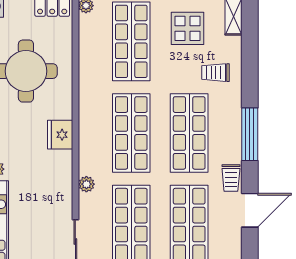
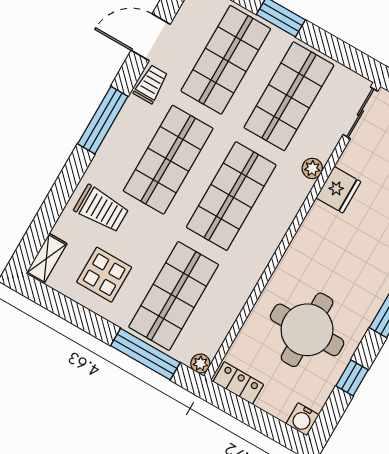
trolley: (216, 73) -> (101, 209), width x1.36, depth x1.39
fridge: (60, 135) -> (338, 190), moved

